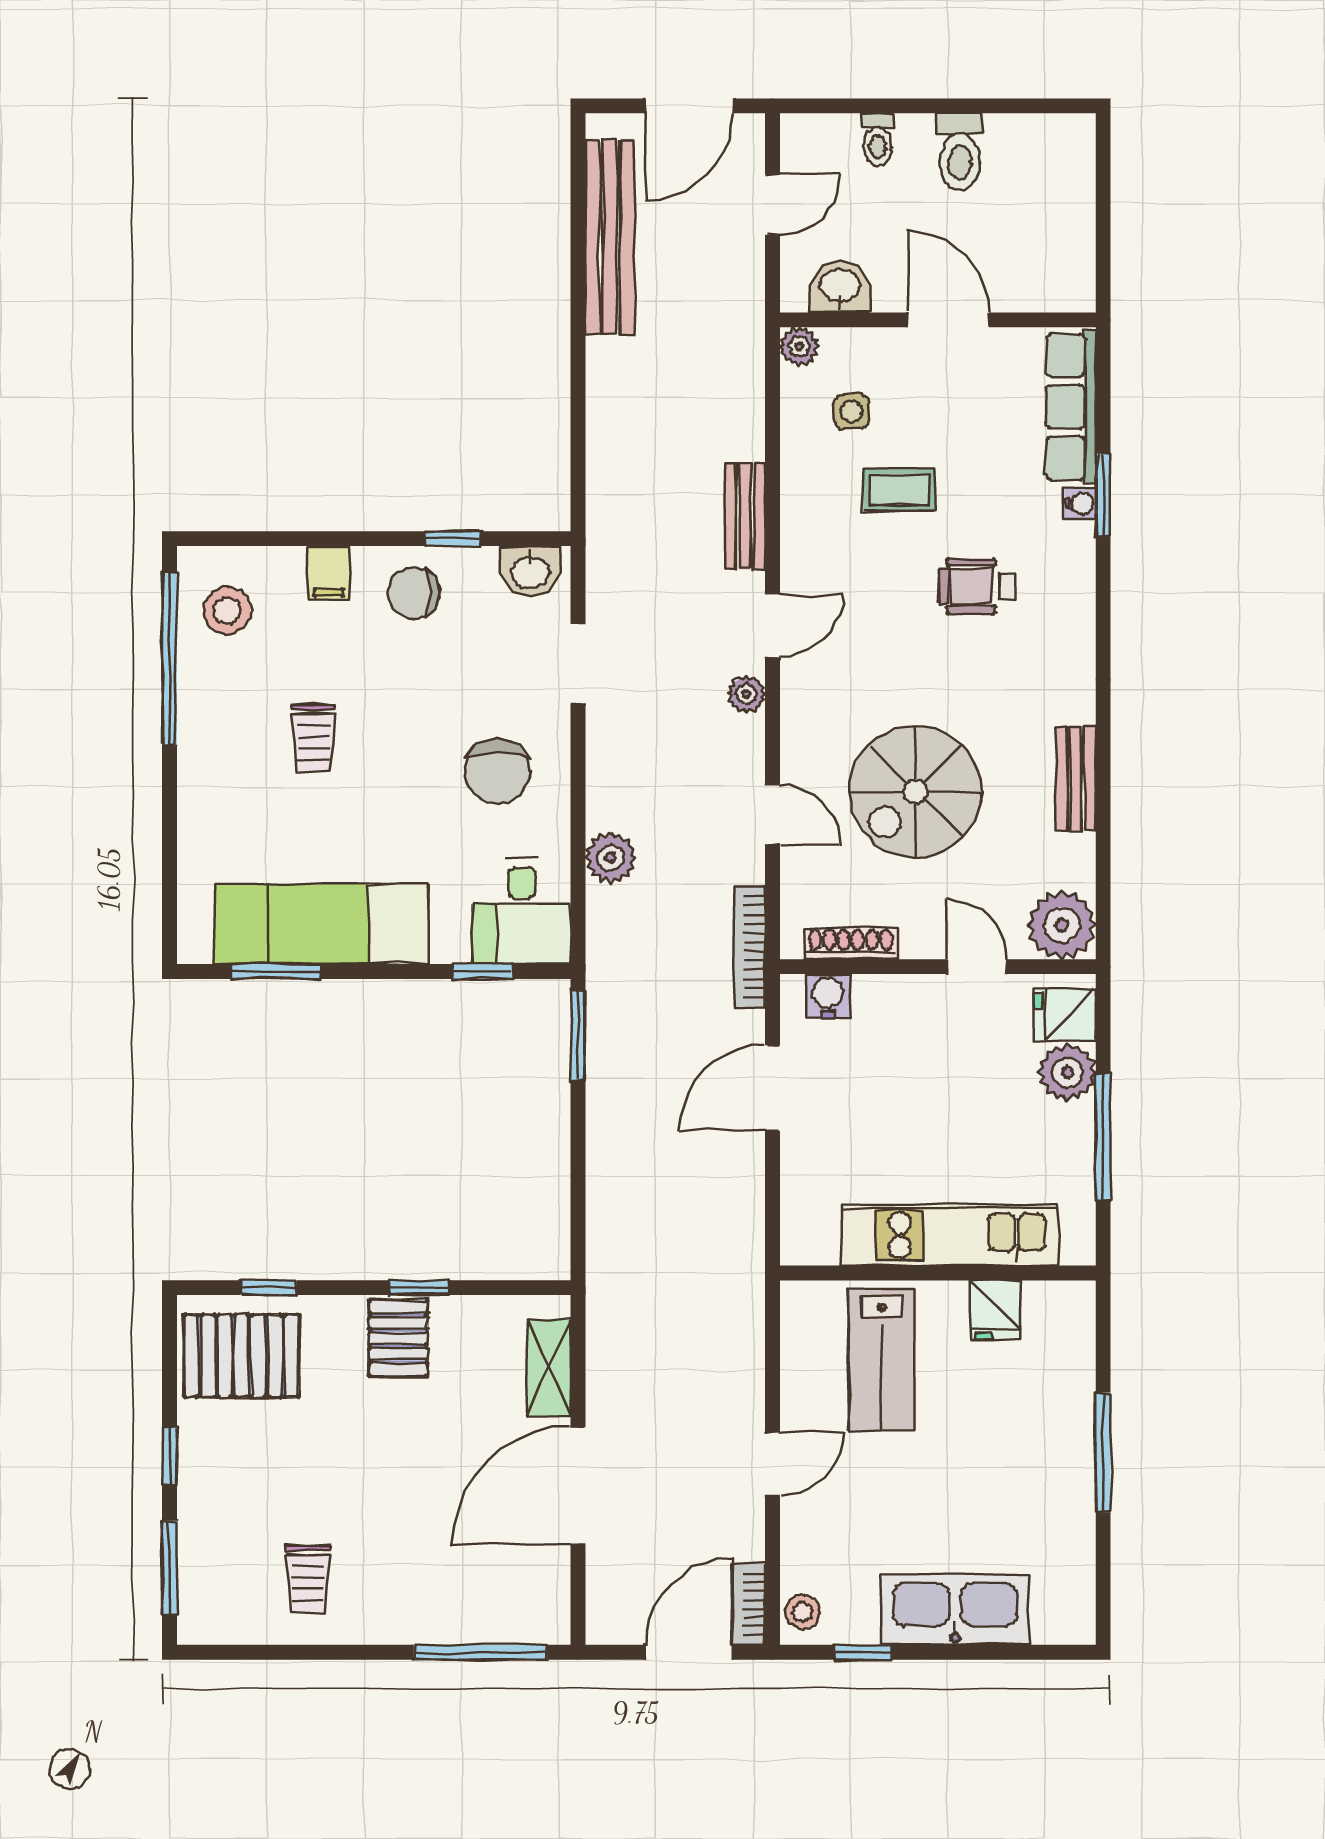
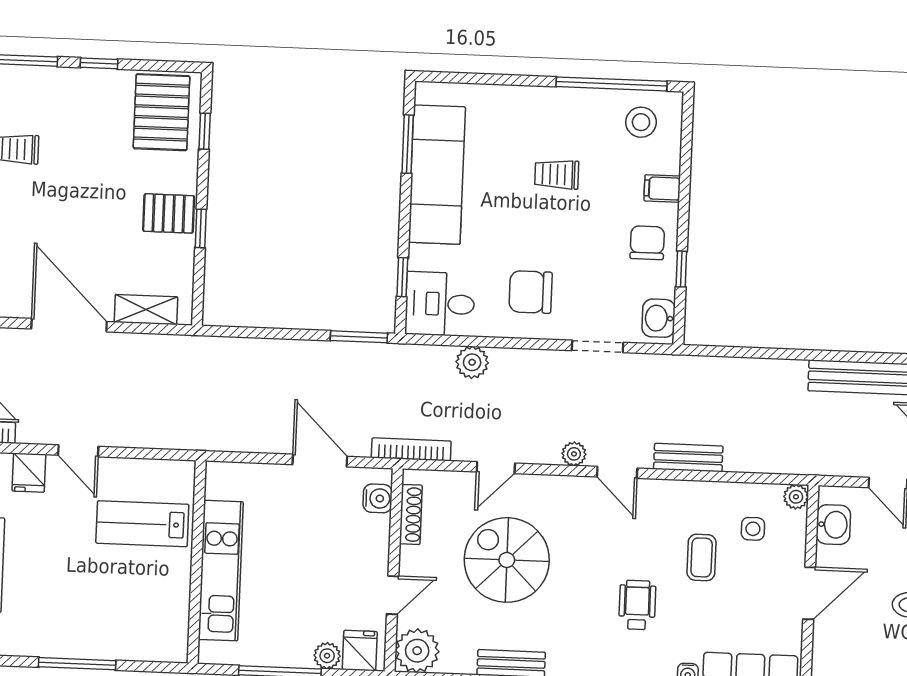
plant: (1067, 1072) -> (327, 656), width x0.73, depth x0.73
fridge: (996, 1310) -> (29, 473), moved, turned -90

